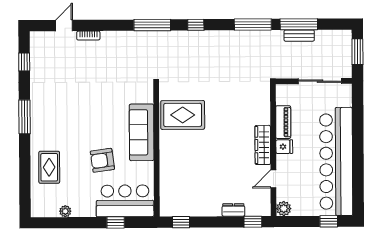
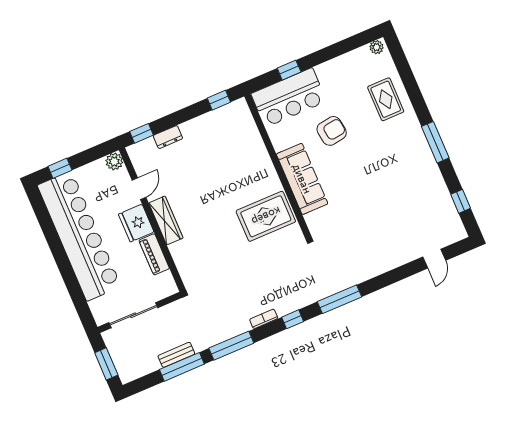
bookcase: (88, 36) -> (264, 319), moved
fridge: (284, 147) -> (136, 223), width x1.88, depth x1.34
plant: (65, 211) -> (377, 47), moved

